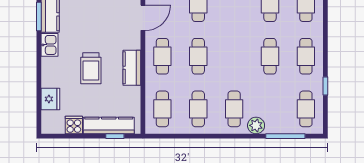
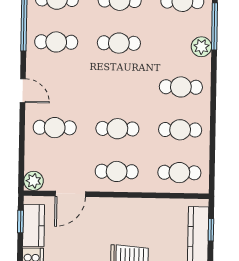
door: (143, 18) -> (70, 194), swing flipped
kitchen counter: (132, 68) -> (130, 208), removed
plant: (256, 125) -> (201, 47), moved

